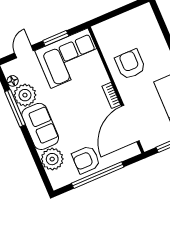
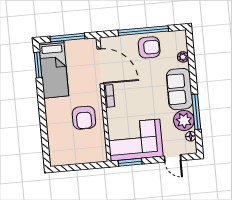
window: (56, 38) -> (130, 162), moved
door: (24, 52) -> (173, 158), hinge flipped
door: (130, 124) -> (101, 66), hinge flipped
plant: (52, 159) -> (183, 57), width x0.53, depth x0.53

